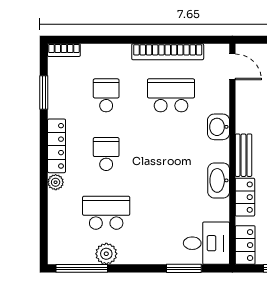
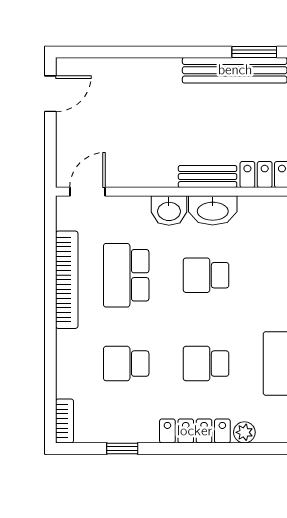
window: (44, 93) -> (122, 448), width x0.67
school desk: (171, 154) -> (206, 275), added
washbasin: (219, 180) -> (213, 210), moved

